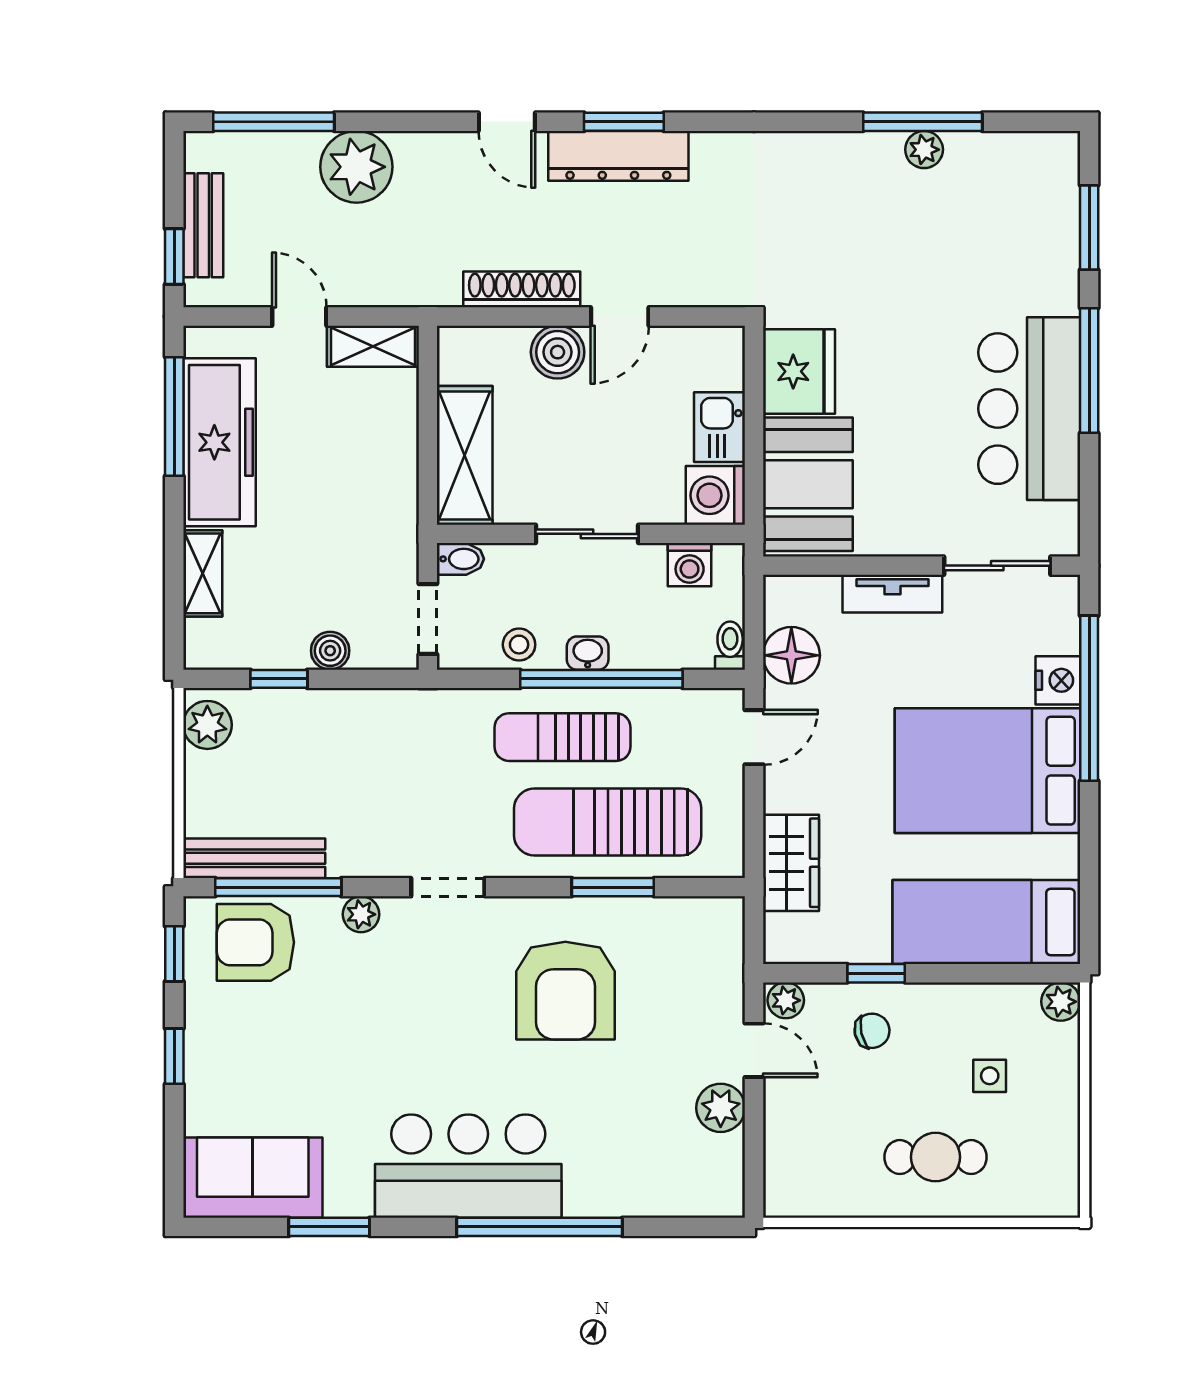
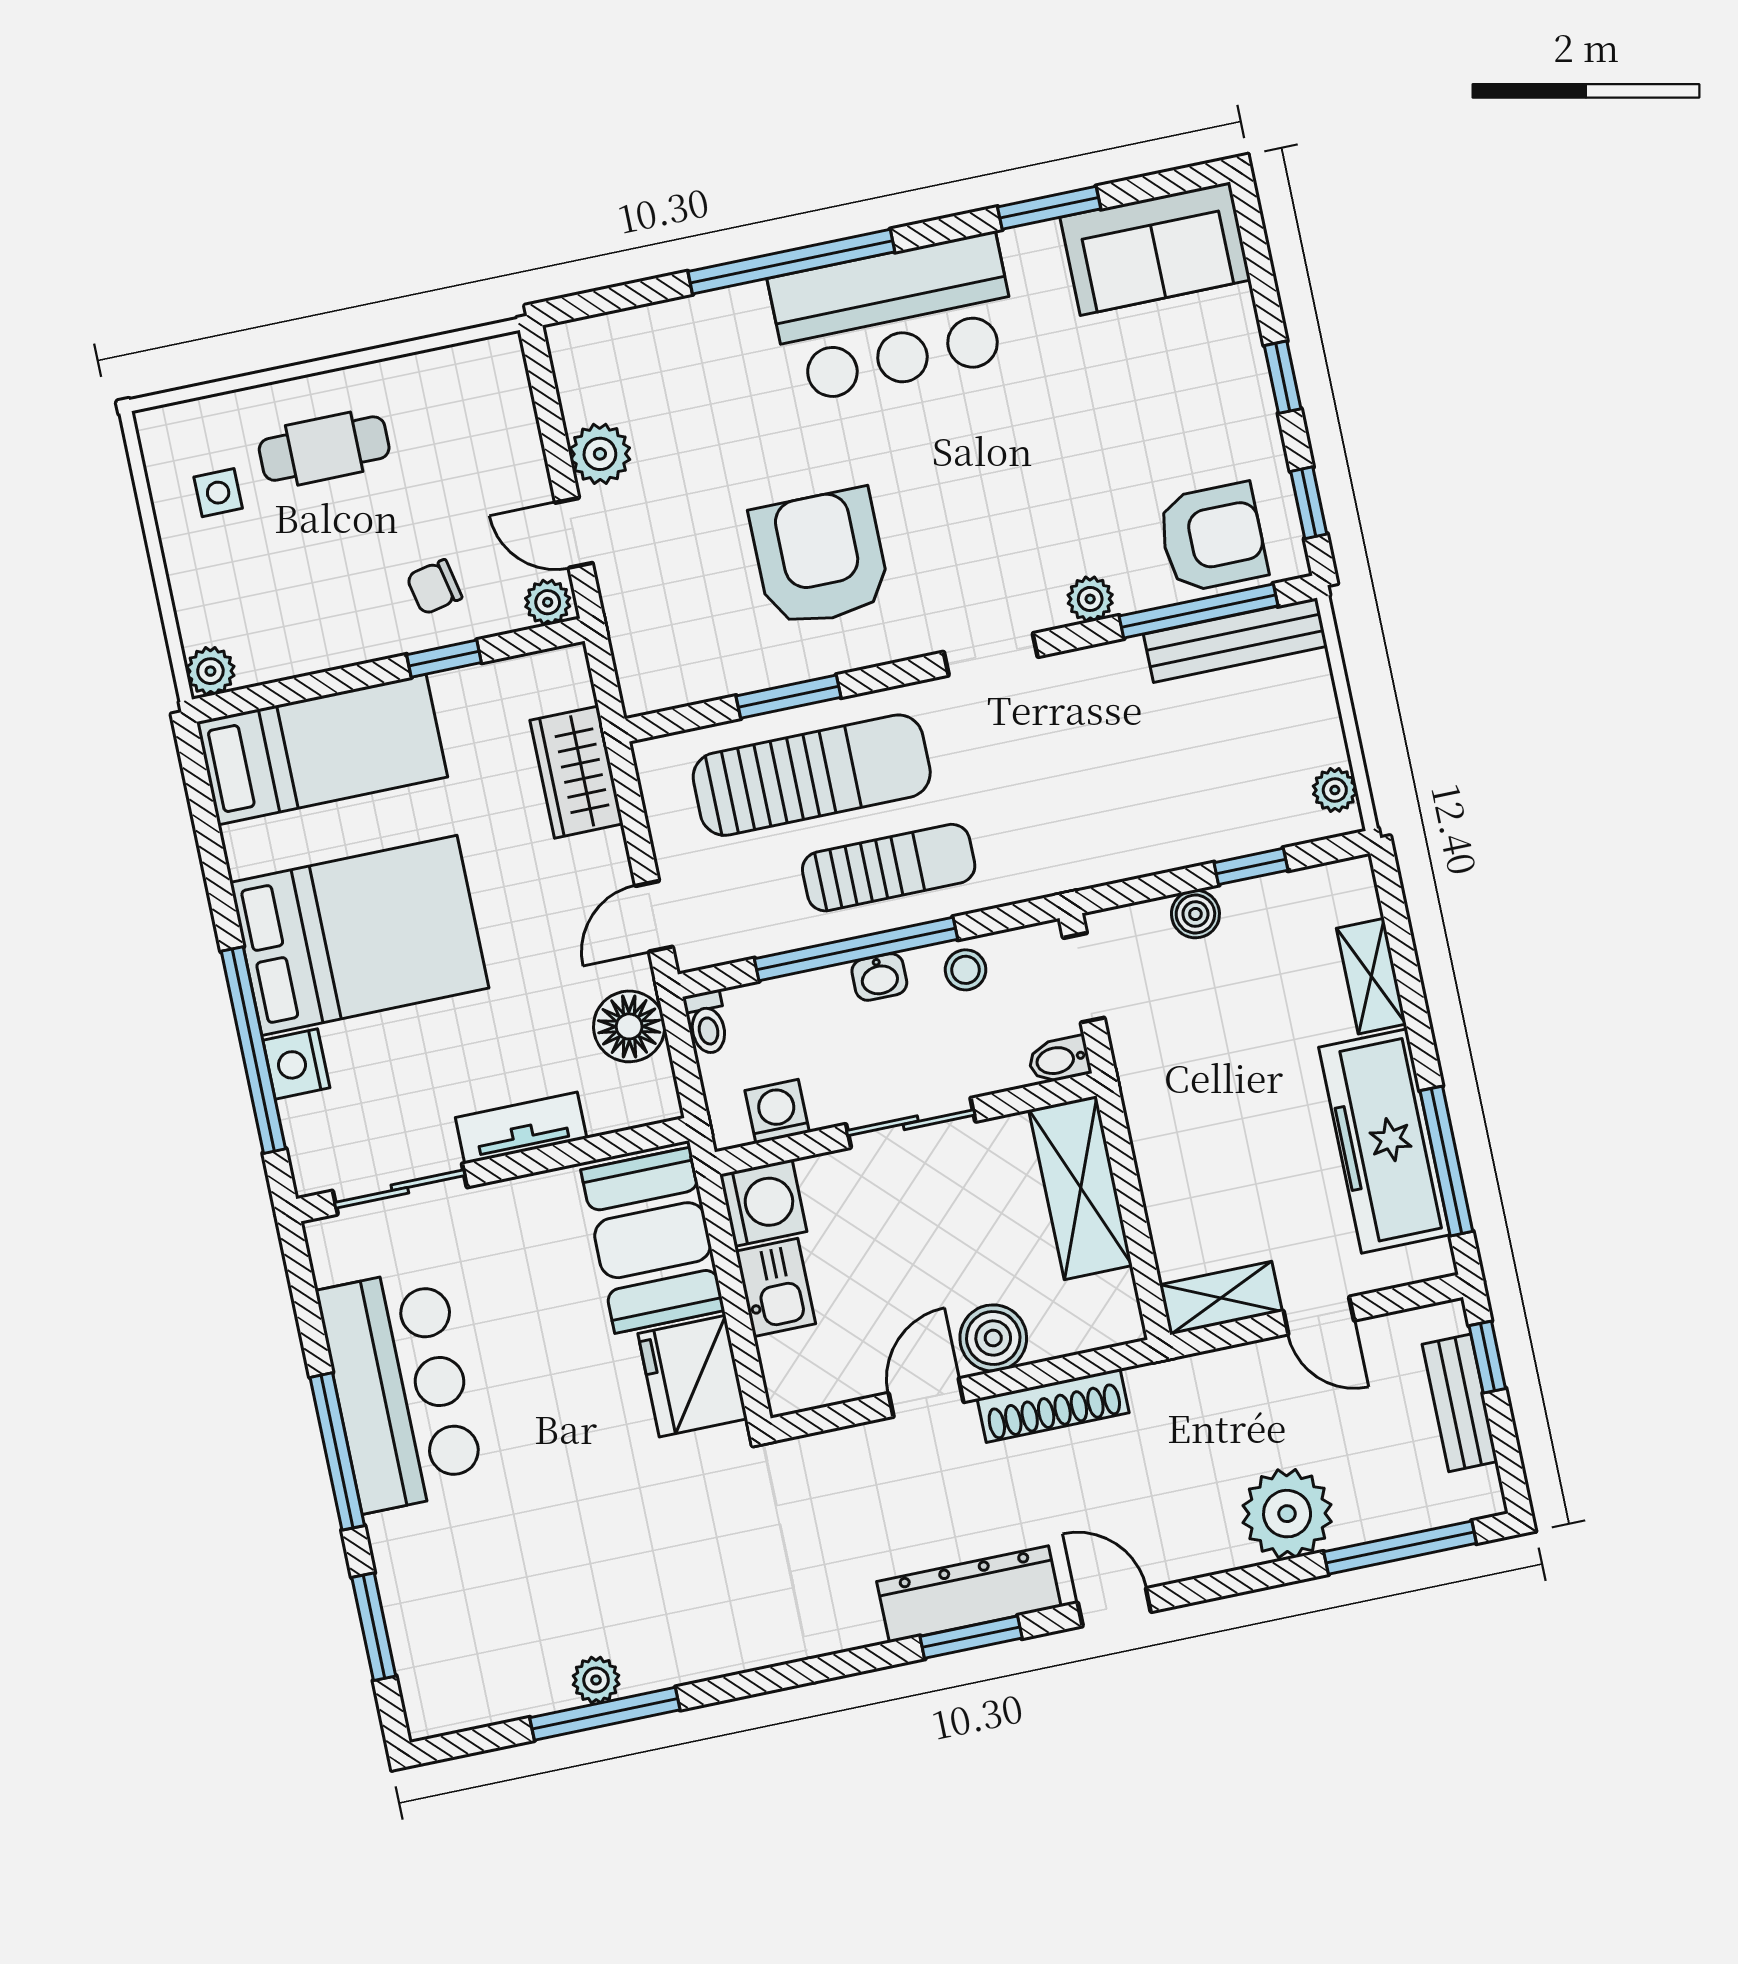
plant: (207, 725) -> (1335, 790), width x0.73, depth x0.73
side table: (990, 1076) -> (218, 493), moved

